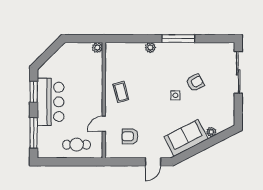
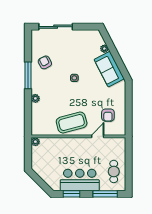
armchair: (195, 83) -> (45, 62), moved
coffee table: (121, 92) -> (72, 122), width x1.86, depth x1.72
door: (104, 124) -> (98, 136), swing flipped
cafe table: (77, 145) -> (114, 171), moved
door: (153, 162) -> (129, 96), removed

